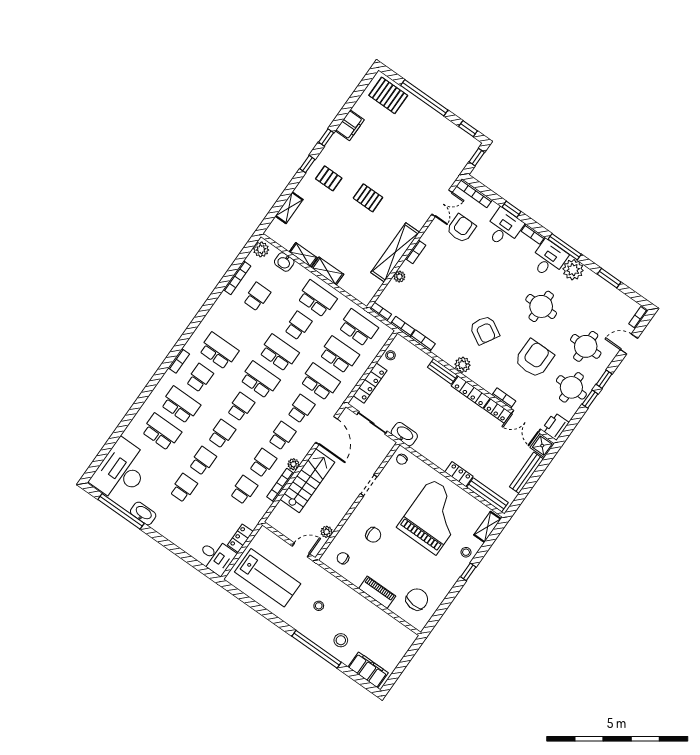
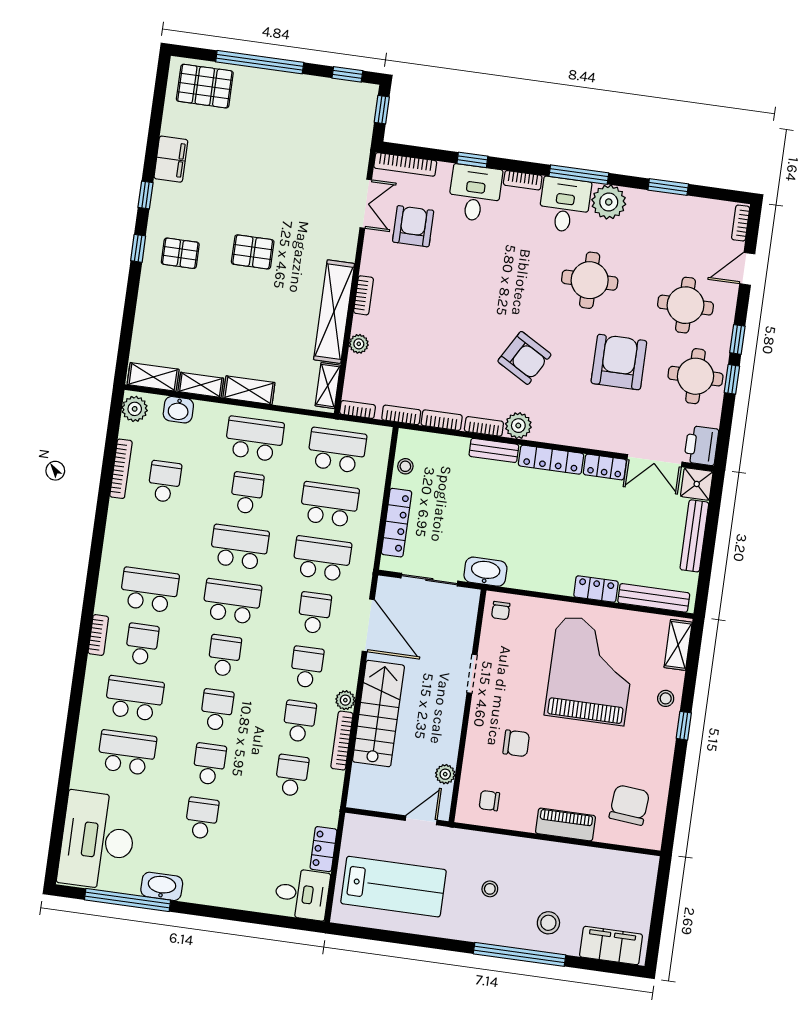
shelving: (289, 208) -> (153, 377), moved, turned 90
shelving: (371, 290) -> (328, 386), added
bookcase: (504, 398) -> (484, 426), moved

